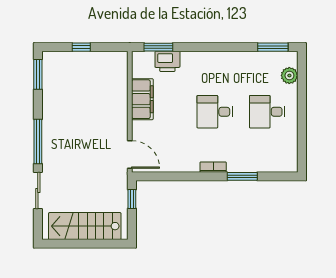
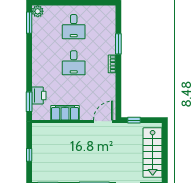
plant: (289, 76) -> (38, 11), moved

